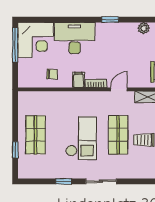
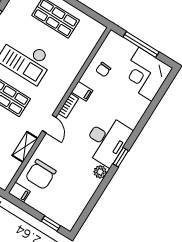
plant: (144, 28) -> (100, 172), moved
desk: (75, 38) -> (107, 140), moved
window: (15, 45) -> (141, 44), moved

